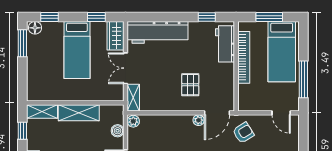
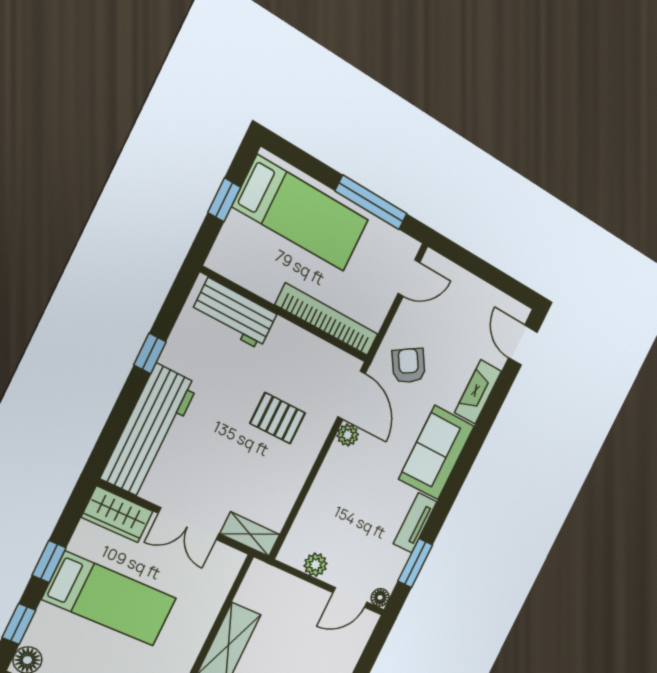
window: (96, 17) -> (49, 562), moved
window: (207, 17) -> (150, 353), moved
window: (269, 17) -> (224, 200), width x0.67
bookcase: (244, 57) -> (327, 320), moved
plant: (133, 121) -> (315, 565), moved
boiler: (118, 131) -> (294, 589), removed

